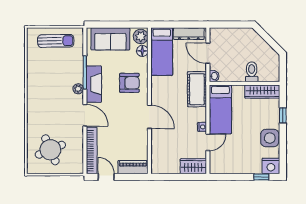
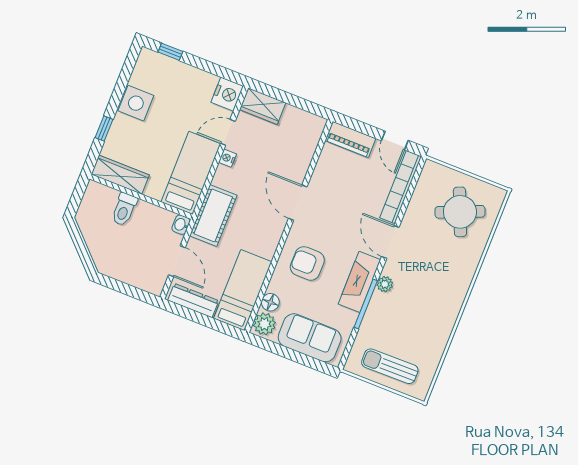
nightstand: (271, 166) -> (227, 94), moved, turned 90

